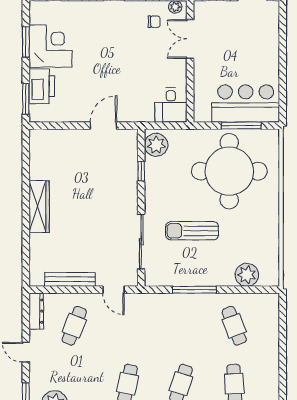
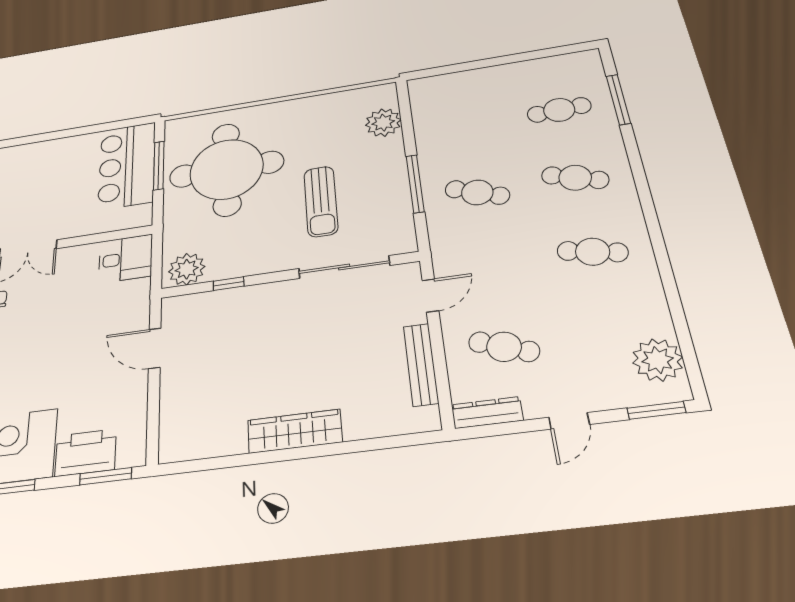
cafe table: (234, 326) -> (477, 192), moved, turned 42

